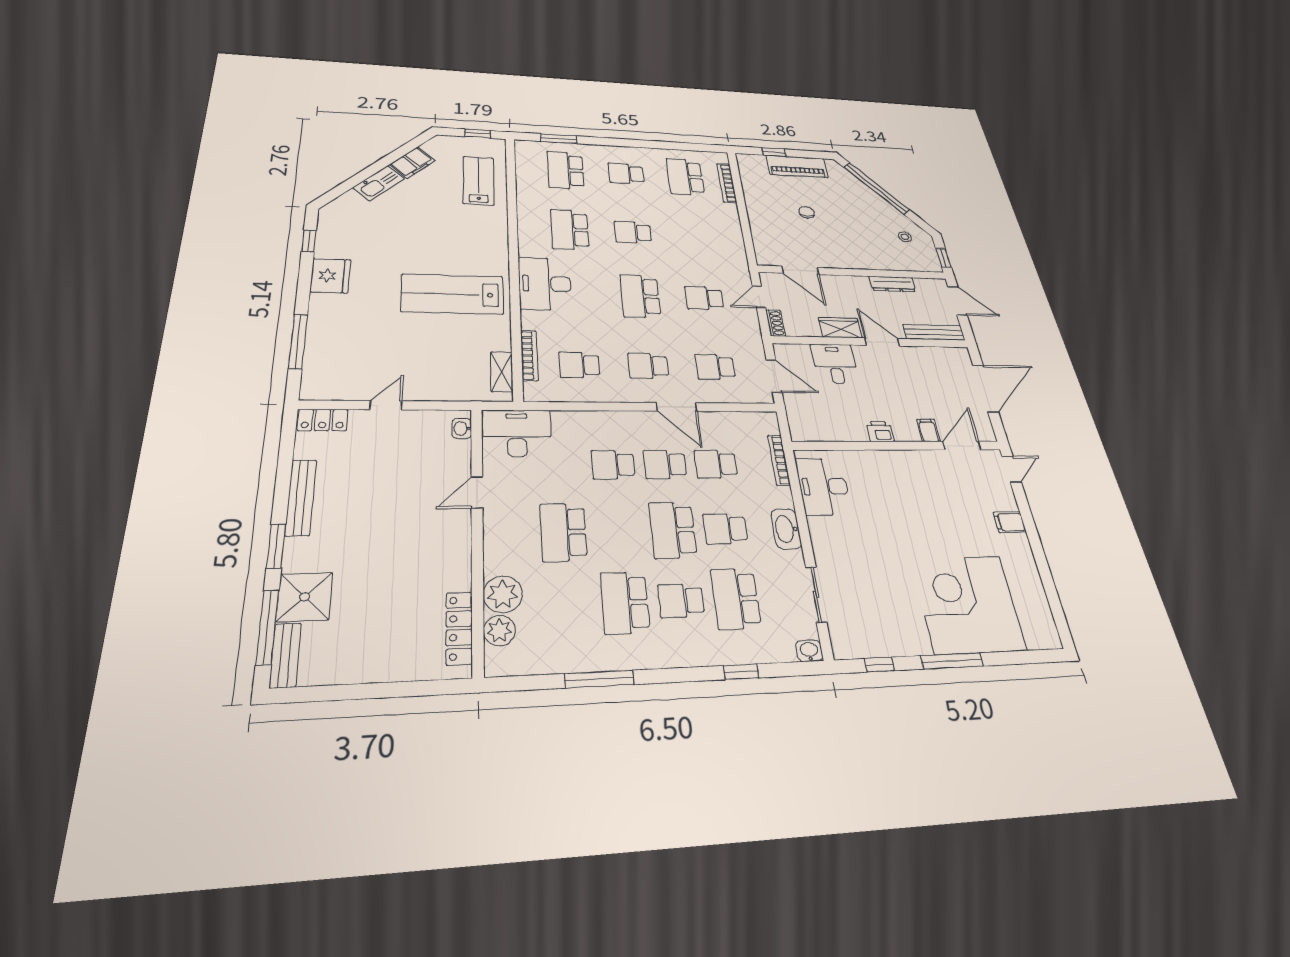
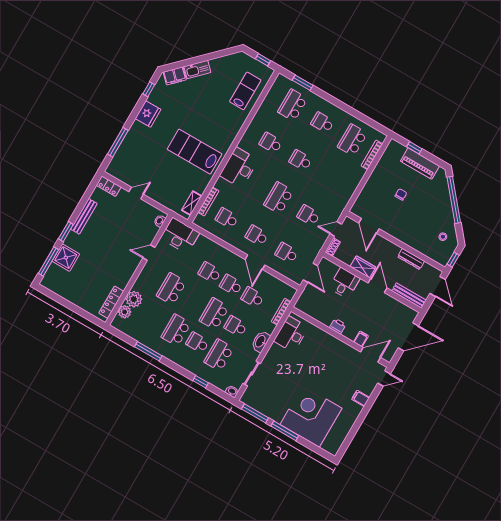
filing cabinet: (412, 163) -> (175, 76), moved
school desk: (570, 230) -> (271, 143), width x0.54
bench: (285, 655) -> (49, 276), removed
window: (879, 665) -> (255, 413), width x2.17

